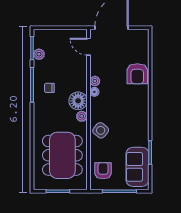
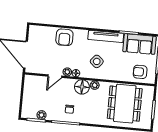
door: (88, 47) -> (55, 76), moved
armchair: (137, 74) -> (64, 37), turned 90
tv unit: (143, 124) -> (106, 36), added
side table: (101, 130) -> (97, 61), moved
dining table: (62, 155) -> (125, 104), turned 90

